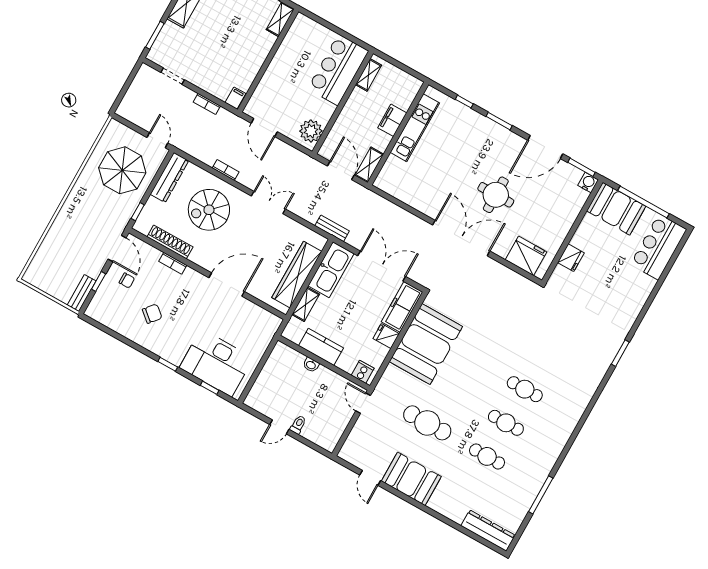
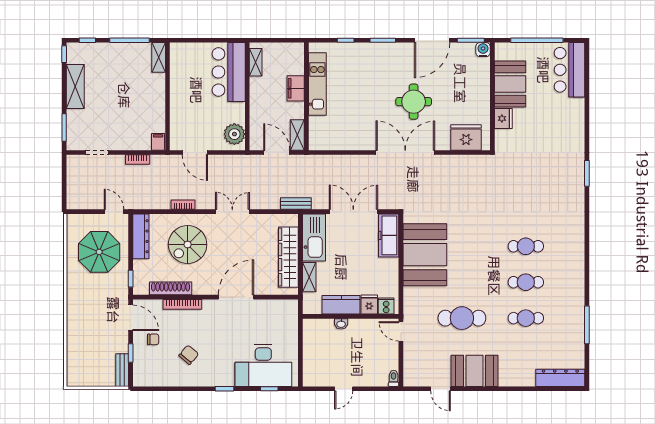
booth: (616, 209) -> (510, 84), moved, turned 90
bookcase: (173, 263) -> (182, 304), width x1.56
fridge: (386, 336) -> (369, 305), moved, turned 90
toilet: (298, 425) -> (394, 378), moved

